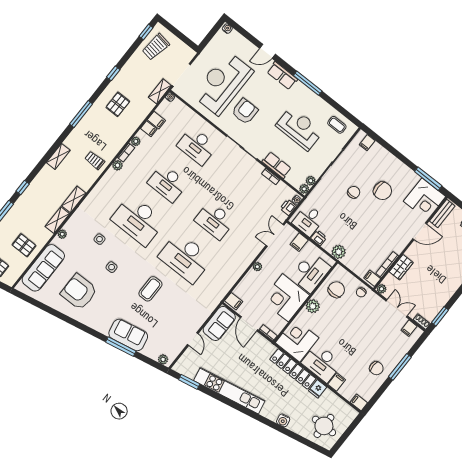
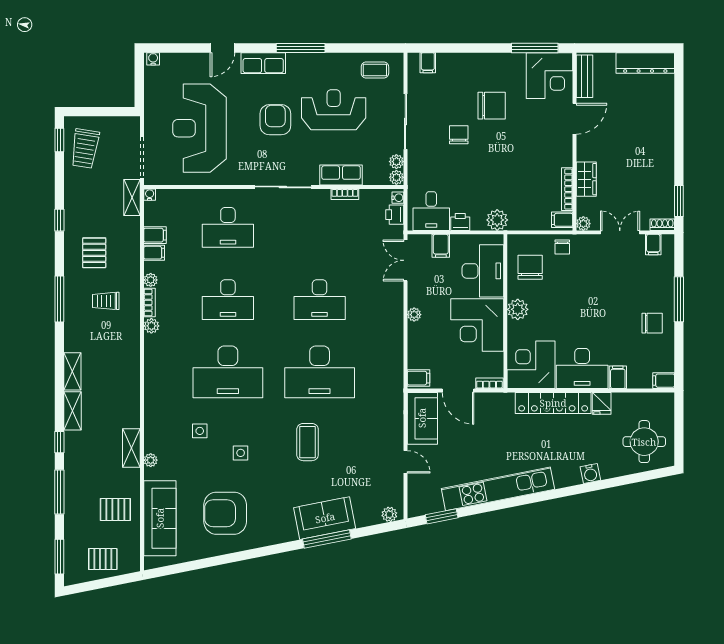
armchair: (245, 111) -> (275, 120), moved
trolley: (95, 160) -> (106, 301), moved
shelving: (74, 199) -> (73, 411), moved

